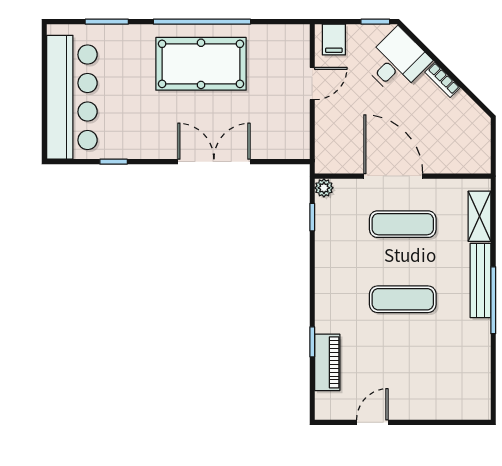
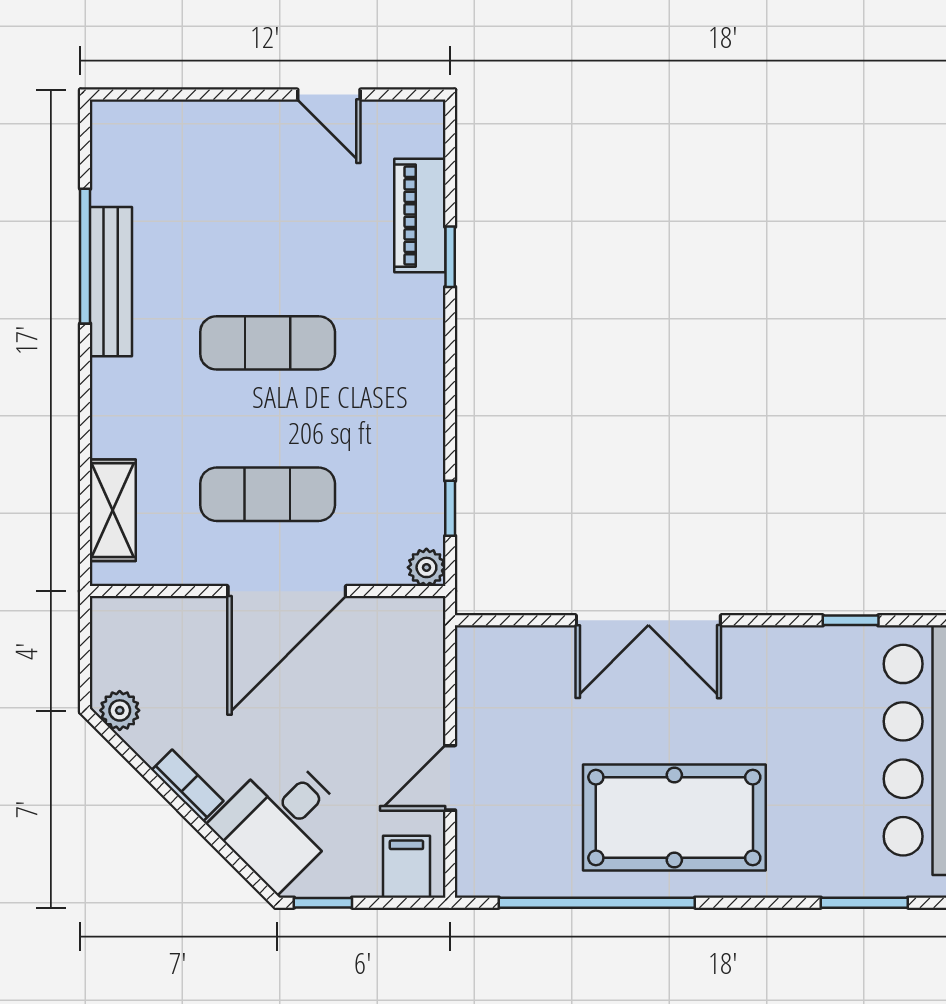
window: (202, 22) -> (597, 903), moved
plant: (476, 117) -> (120, 710), added
door: (393, 176) -> (287, 591), hinge flipped
bench: (480, 280) -> (111, 282), moved
window: (493, 300) -> (85, 256), moved
door: (372, 422) -> (329, 95), hinge flipped

